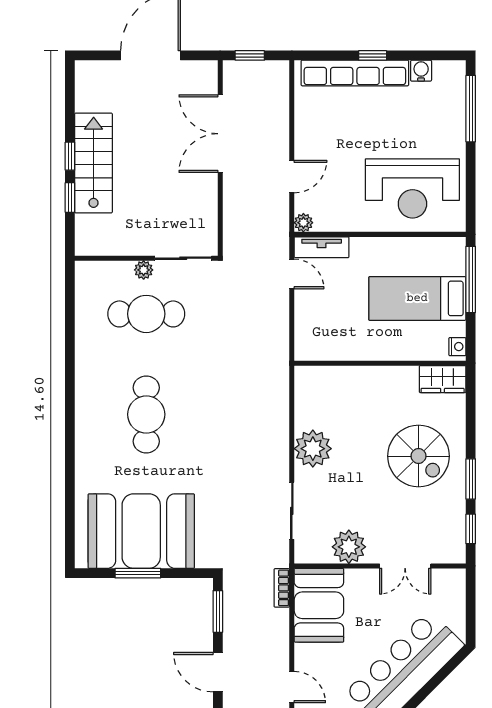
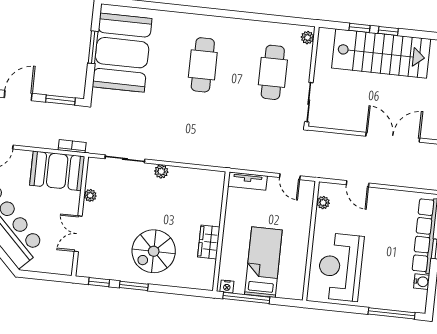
stairs: (94, 163) -> (381, 53), width x1.36, depth x1.51
plant: (303, 223) -> (323, 203), moved
tv unit: (322, 247) -> (247, 181), moved, turned -90
plant: (144, 270) -> (307, 38), moved
door: (292, 274) -> (290, 177), hinge flipped
window: (471, 279) -> (246, 298), moved
wardrobe: (443, 379) -> (209, 242), moved
cafe table: (146, 414) -> (203, 65), turned 90
plant: (313, 449) -> (161, 172), width x0.53, depth x0.53
plant: (349, 547) -> (90, 195), width x0.53, depth x0.53

